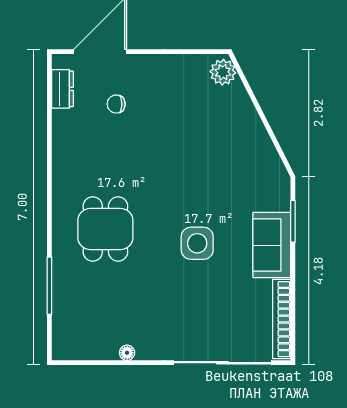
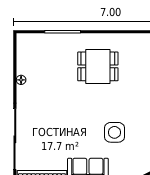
side table: (197, 243) -> (114, 132), moved

